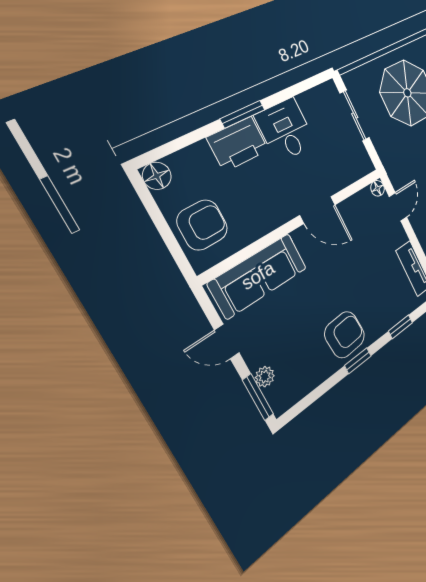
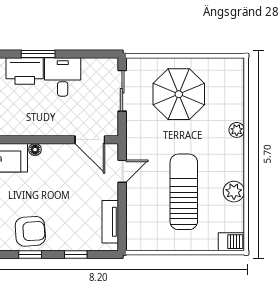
floor lamp: (378, 188) -> (35, 150), moved
door: (318, 210) -> (90, 140), moved

